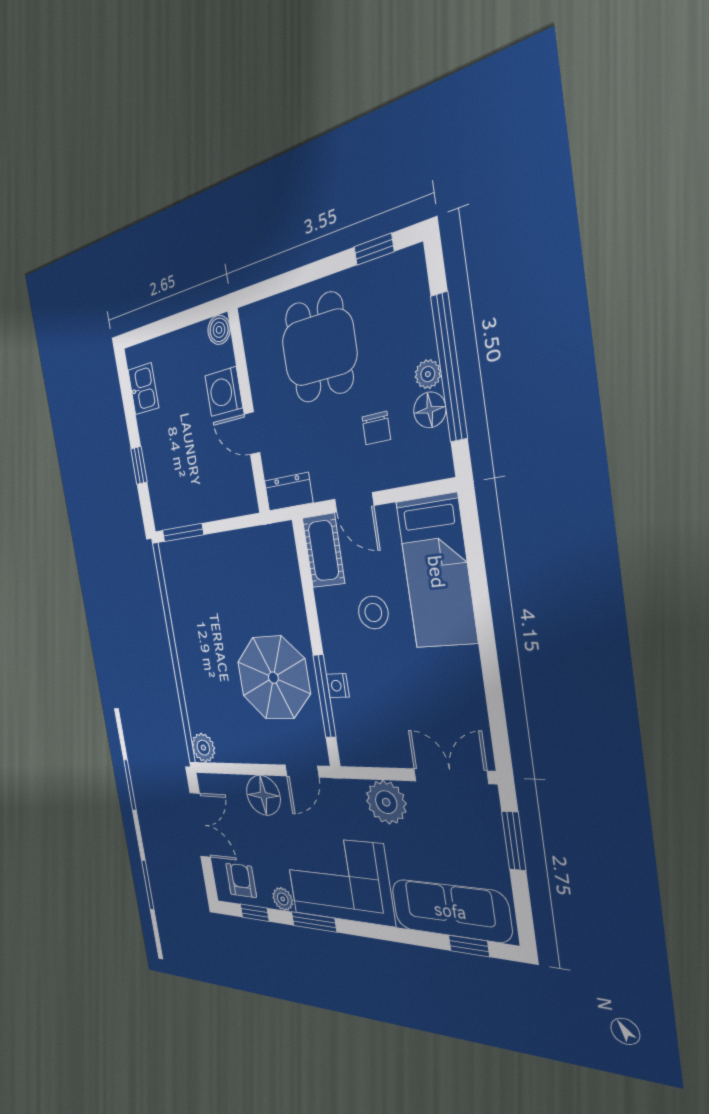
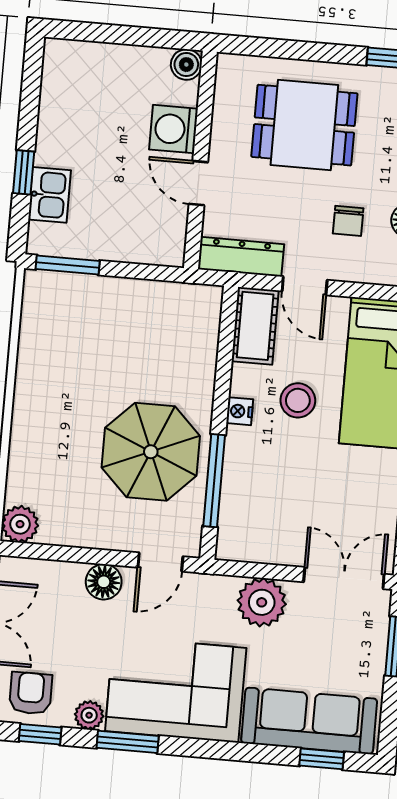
dining table: (319, 348) -> (304, 125), turned 90
kitchen sink: (143, 389) -> (49, 195), moved
dresser: (289, 492) -> (241, 257), width x1.44
nightstand: (338, 686) -> (240, 411), moved
floor lamp: (263, 795) -> (104, 582), width x0.73, depth x0.73

